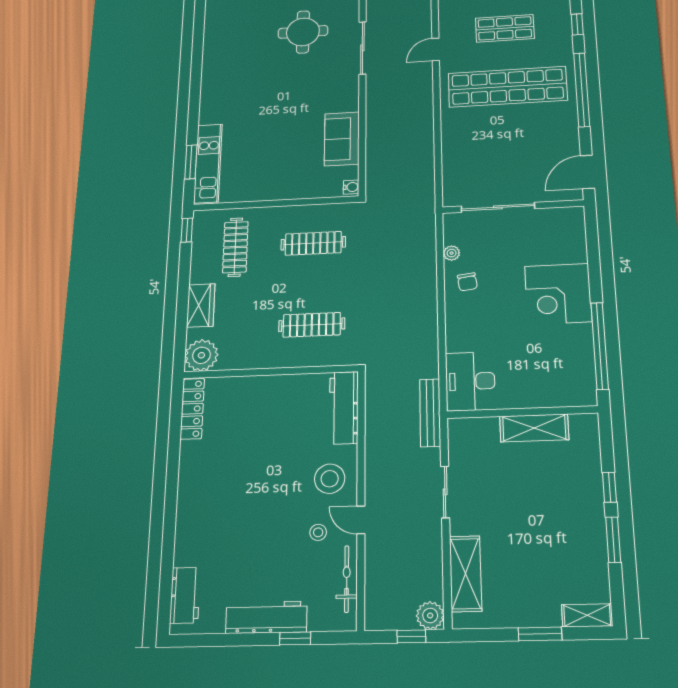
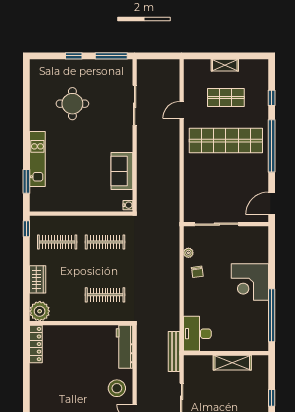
round table: (303, 32) -> (72, 104), moved
kitchen unit: (208, 163) -> (37, 159), moved
clothes rail: (235, 247) -> (57, 242), turned 90

